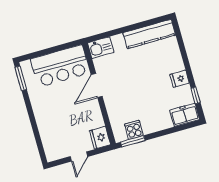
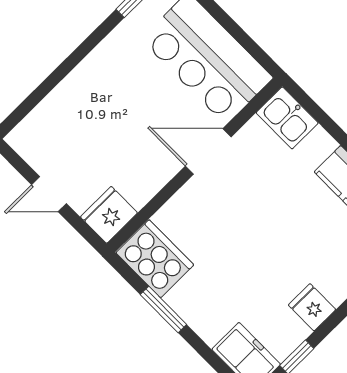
cooker: (134, 130) -> (155, 259), width x1.87, depth x1.31
window: (133, 141) -> (163, 309), moved

